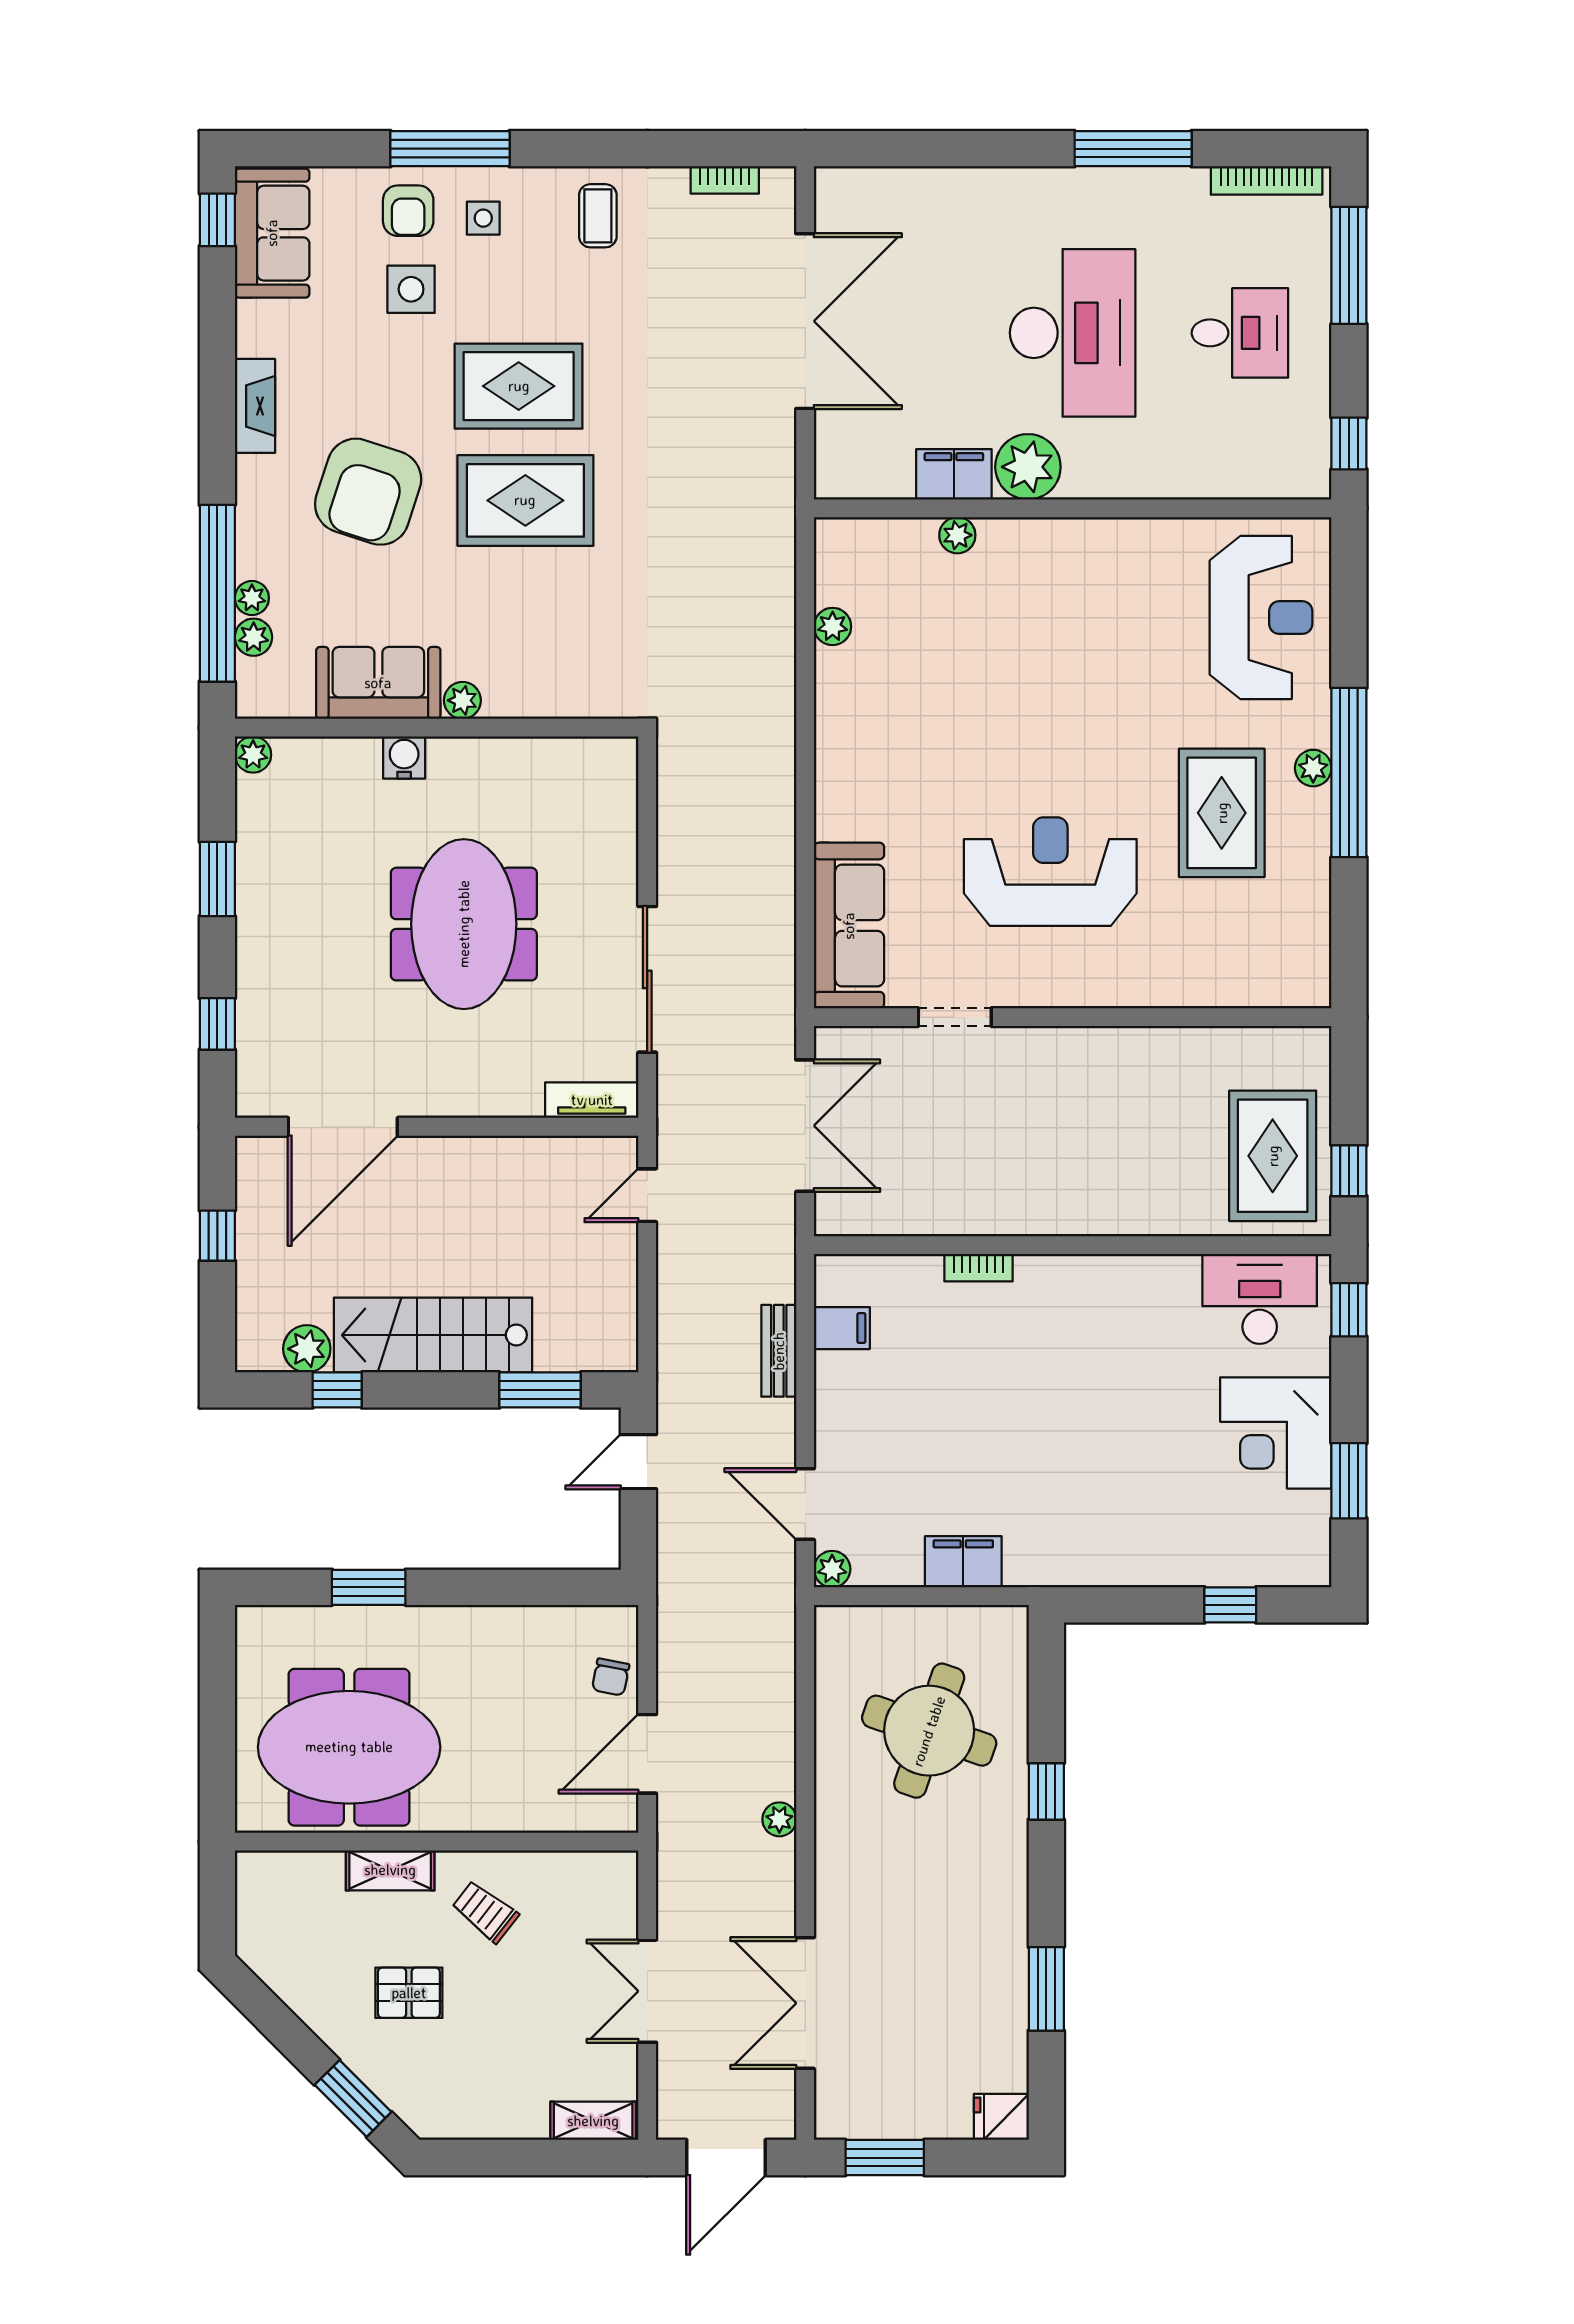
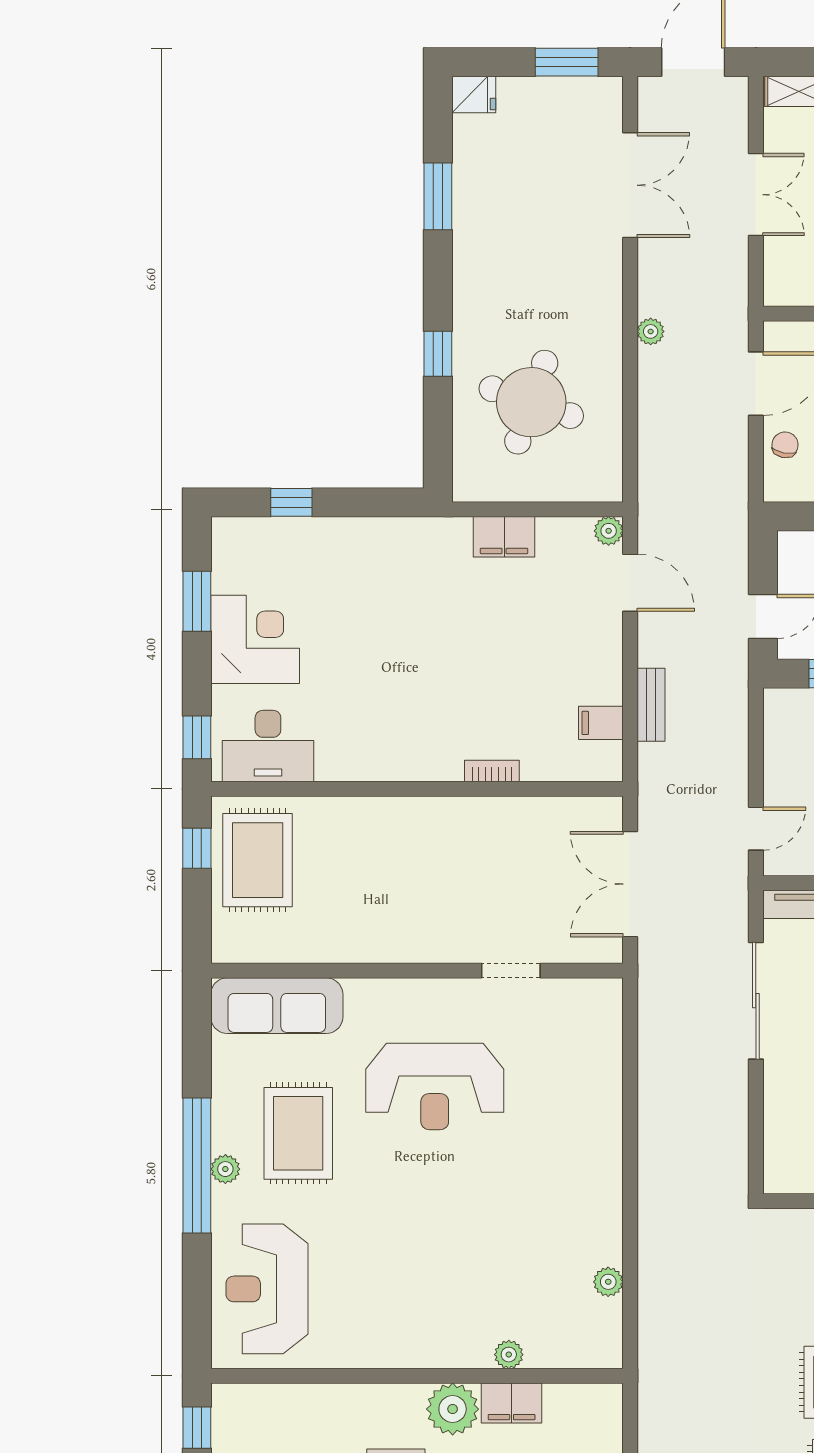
sofa: (849, 926) -> (277, 1006), moved, turned -90

